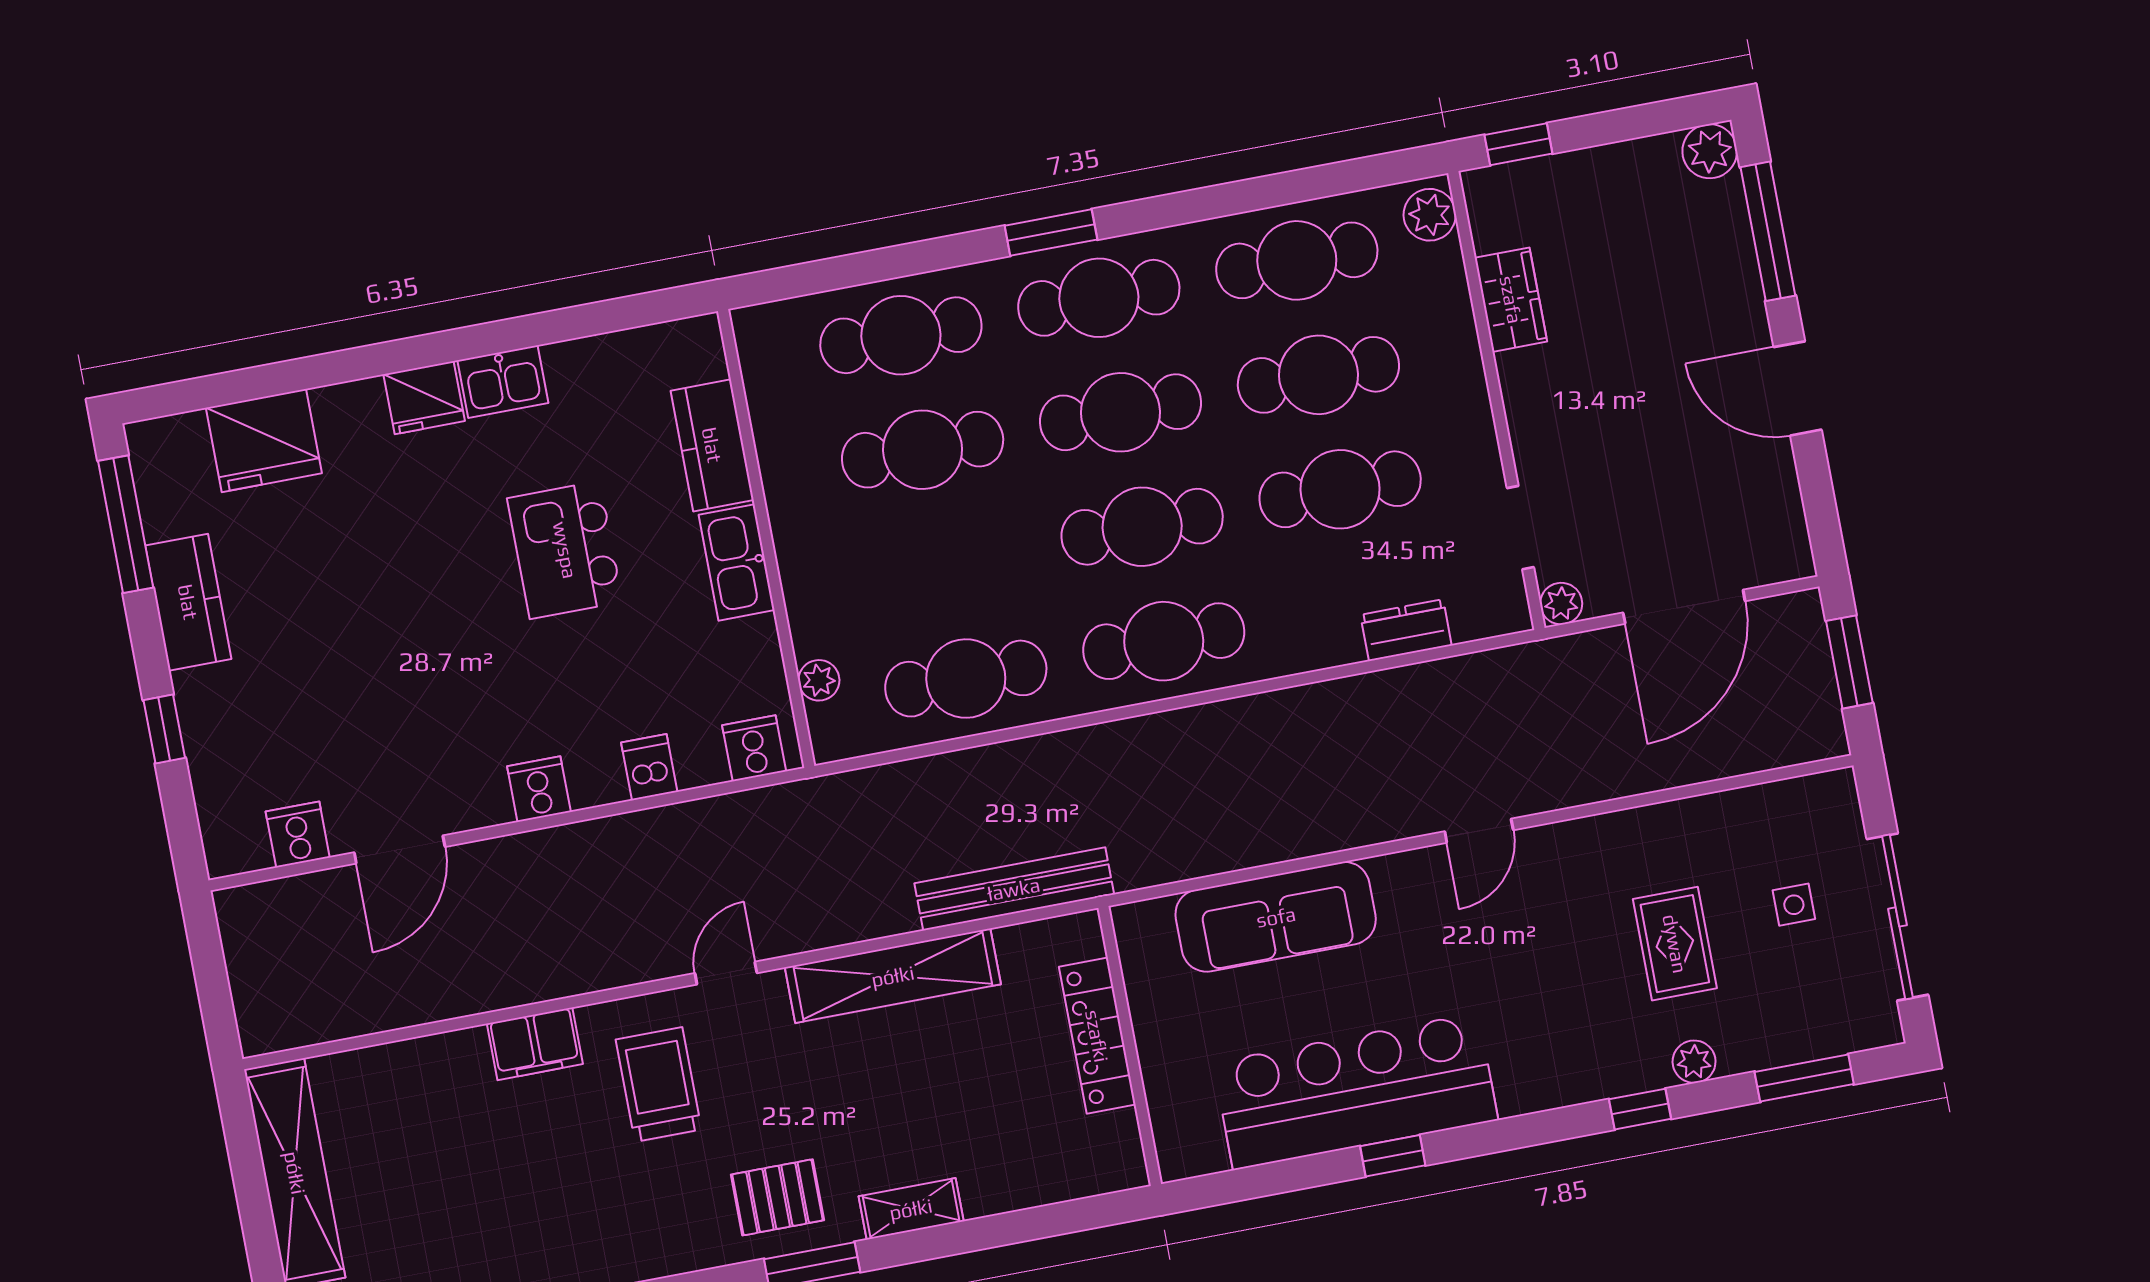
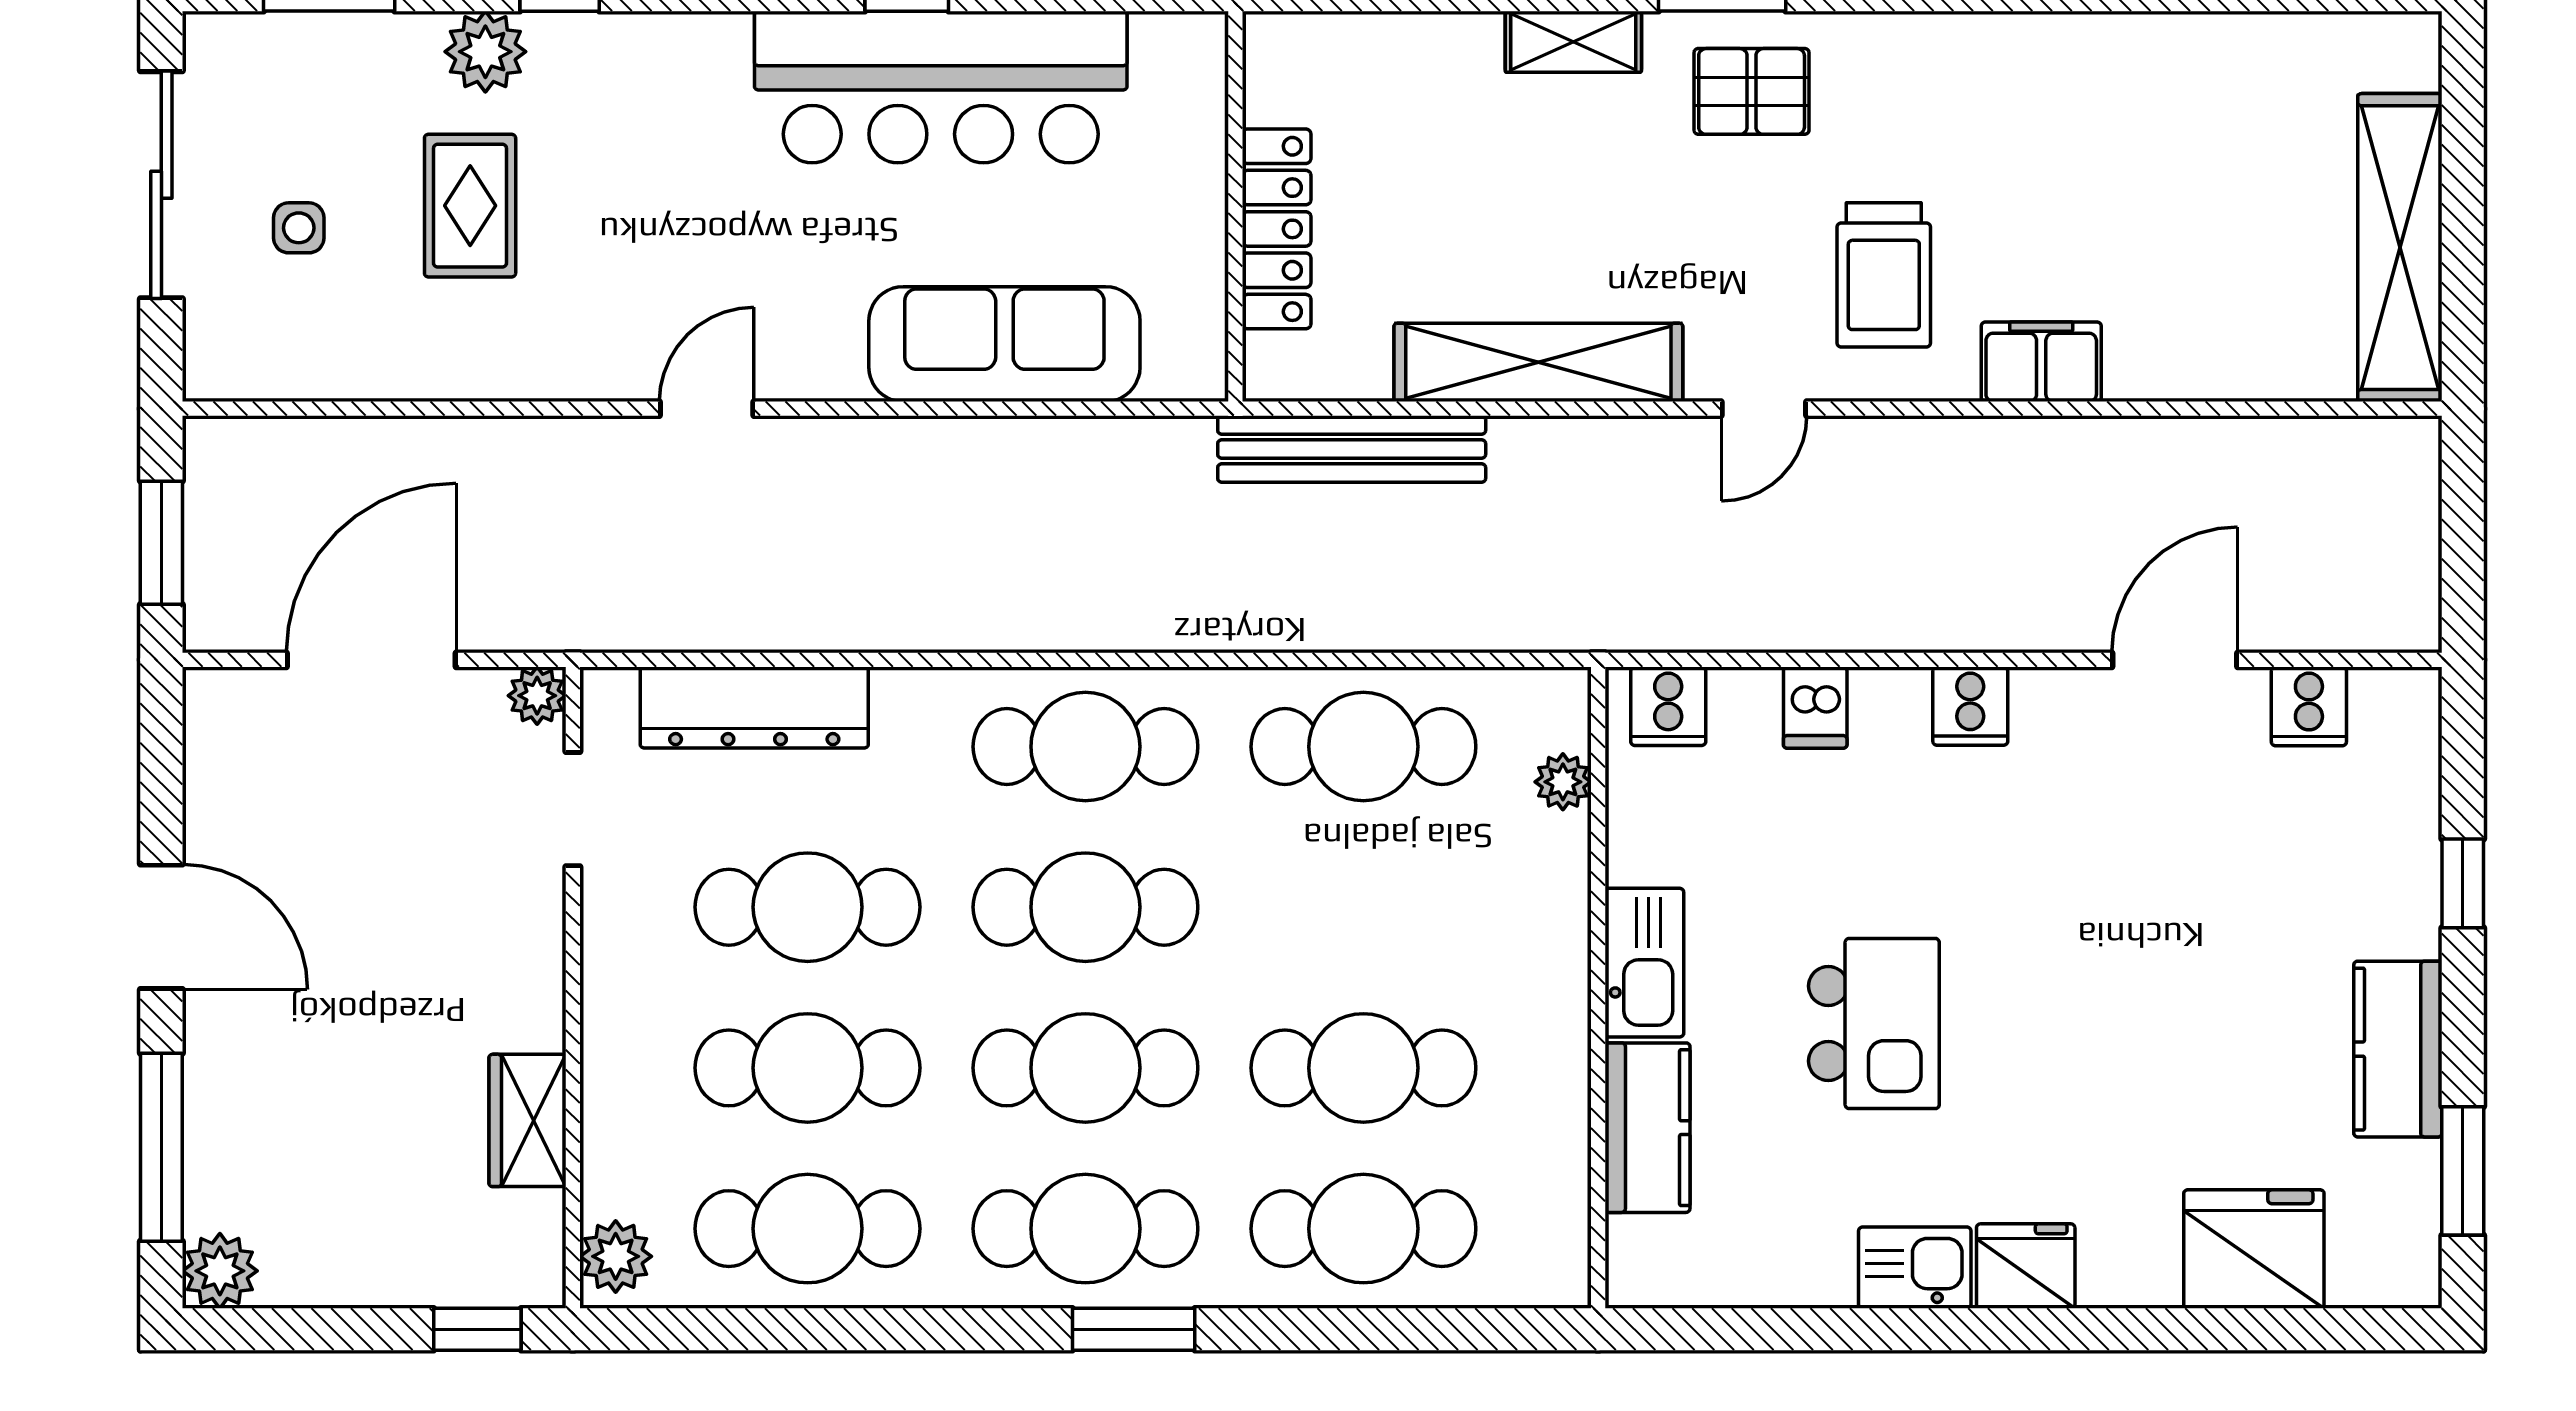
window: (126, 524) -> (2463, 1171), width x0.69
dresser: (1406, 630) -> (754, 707), width x1.96, depth x1.24
plant: (1694, 1062) -> (485, 52), width x1.38, depth x1.38

